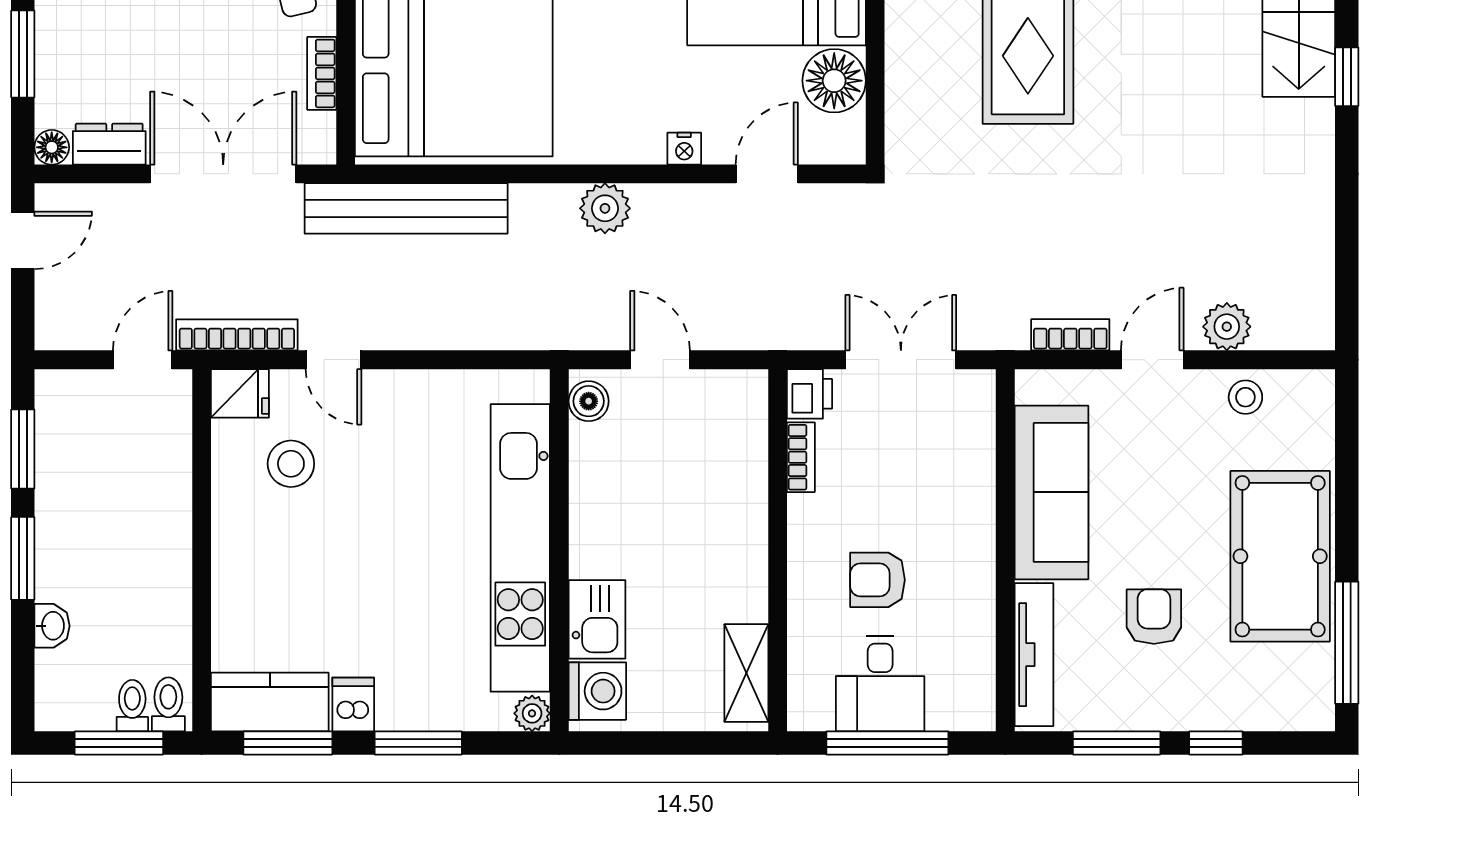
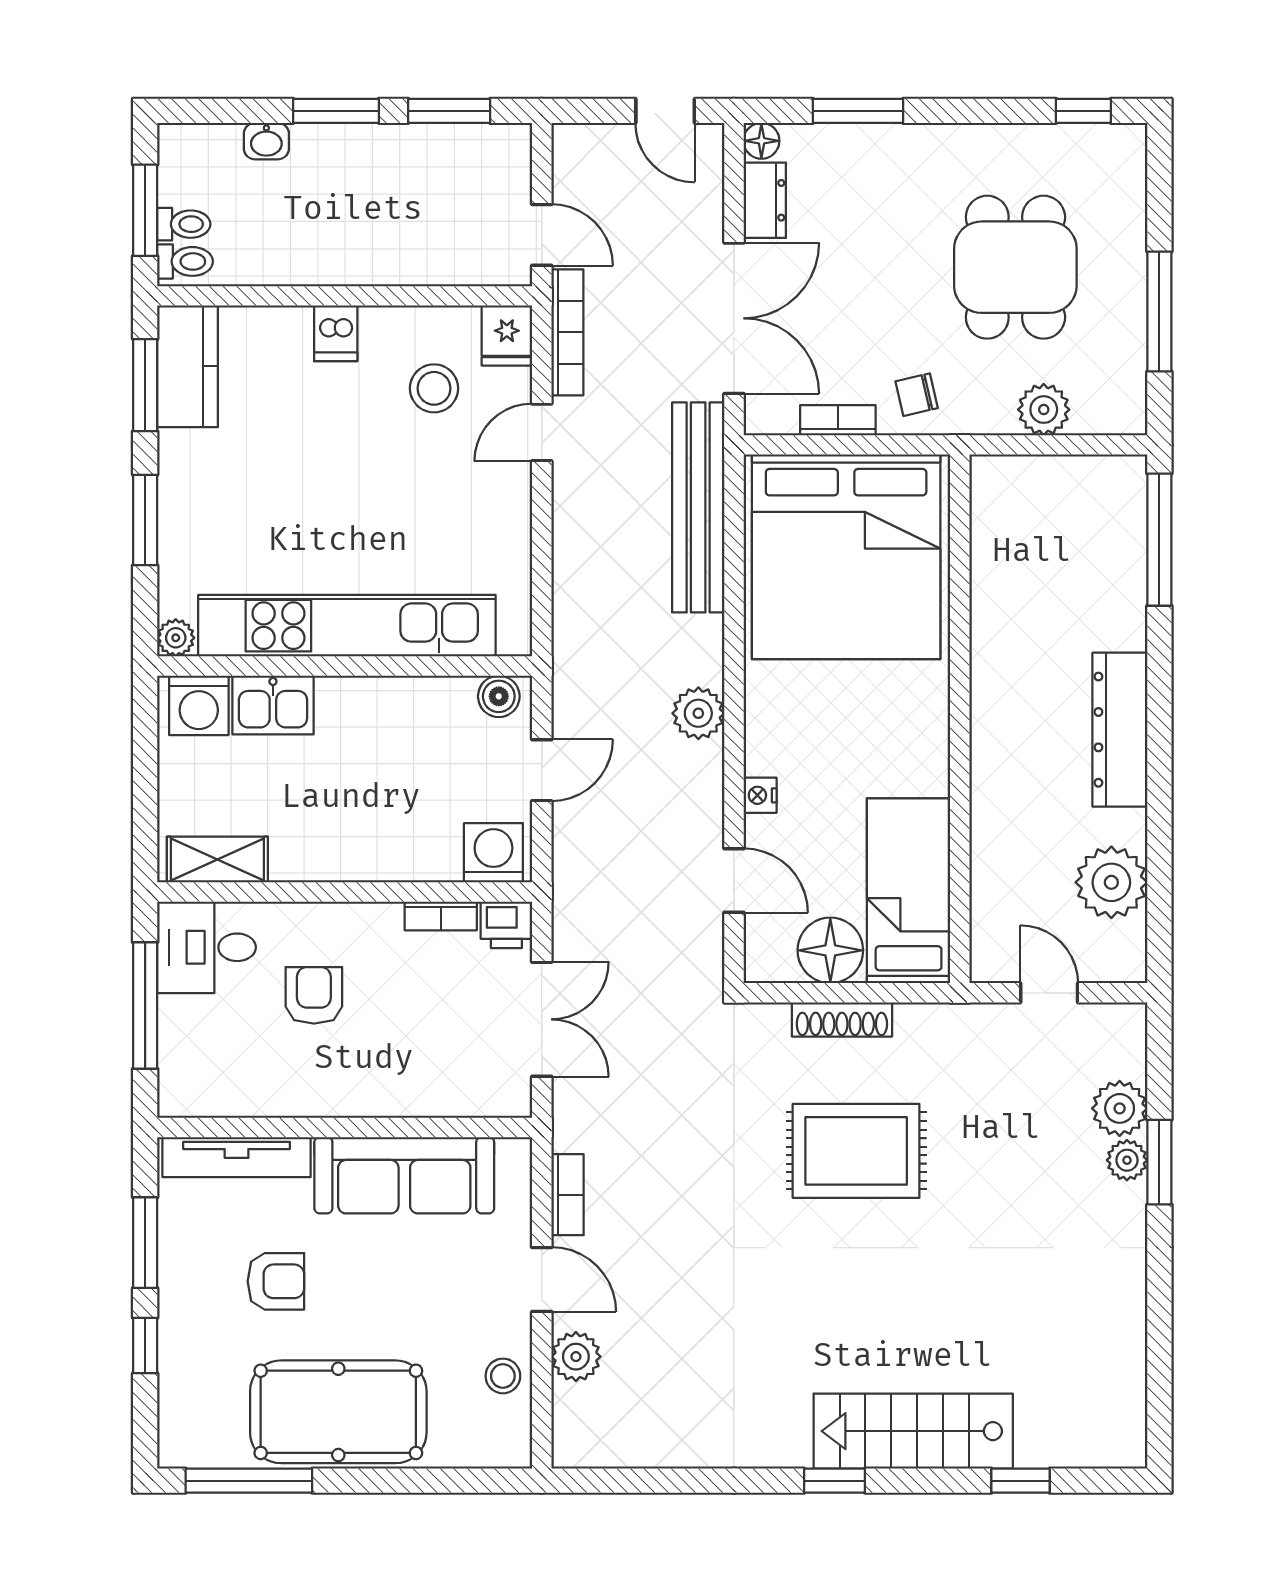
shoe rack: (901, 69) -> (842, 1019), added
washing machine: (740, 406) -> (493, 853), added
desk: (880, 684) -> (206, 947), moved
dishwasher: (353, 704) -> (336, 333), moved, turned 90

